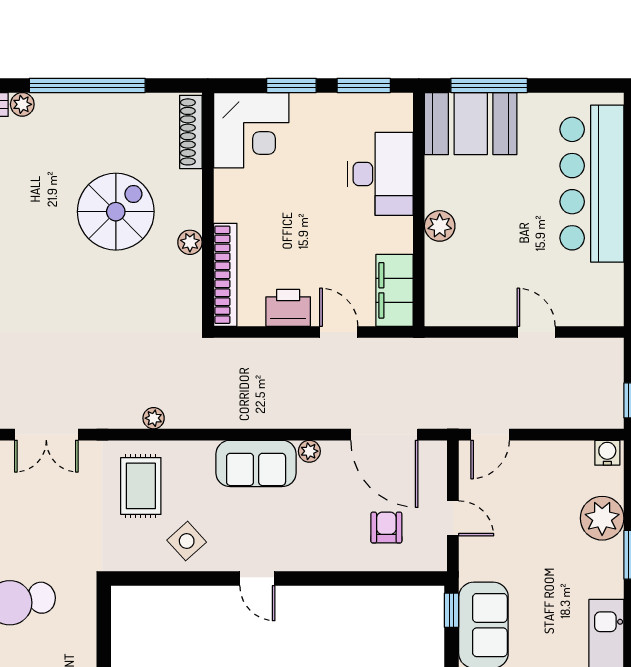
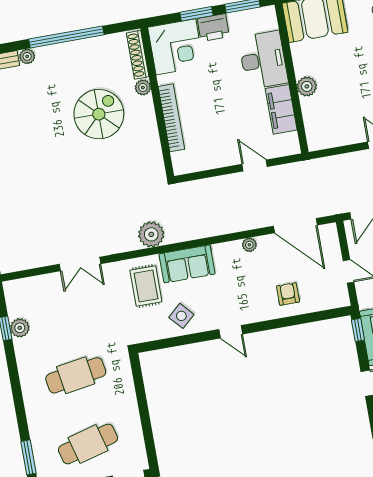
plant: (190, 242) -> (143, 87), moved
bookcase: (225, 275) -> (171, 118), moved
filing cabinet: (394, 290) -> (281, 109), moved
printer: (288, 308) -> (213, 28), moved, turned 180
plant: (154, 418) -> (151, 234), width x1.87, depth x1.87
sofa: (256, 463) -> (187, 264), moved
armchair: (386, 528) -> (288, 294), moved

